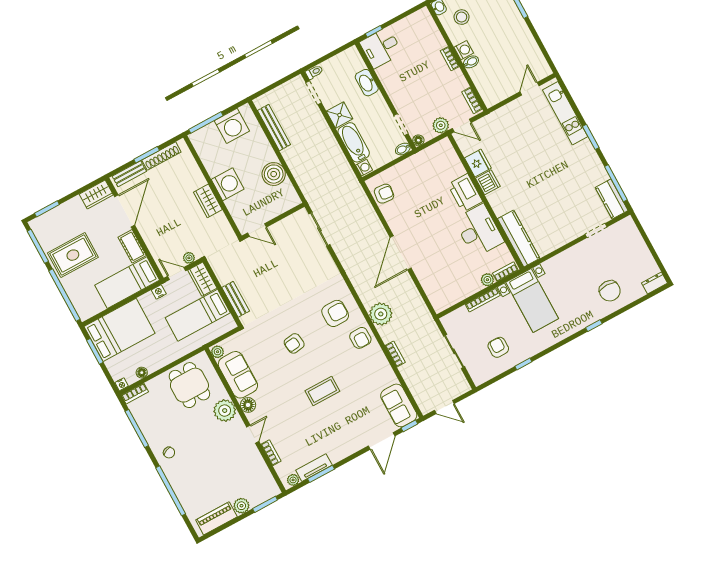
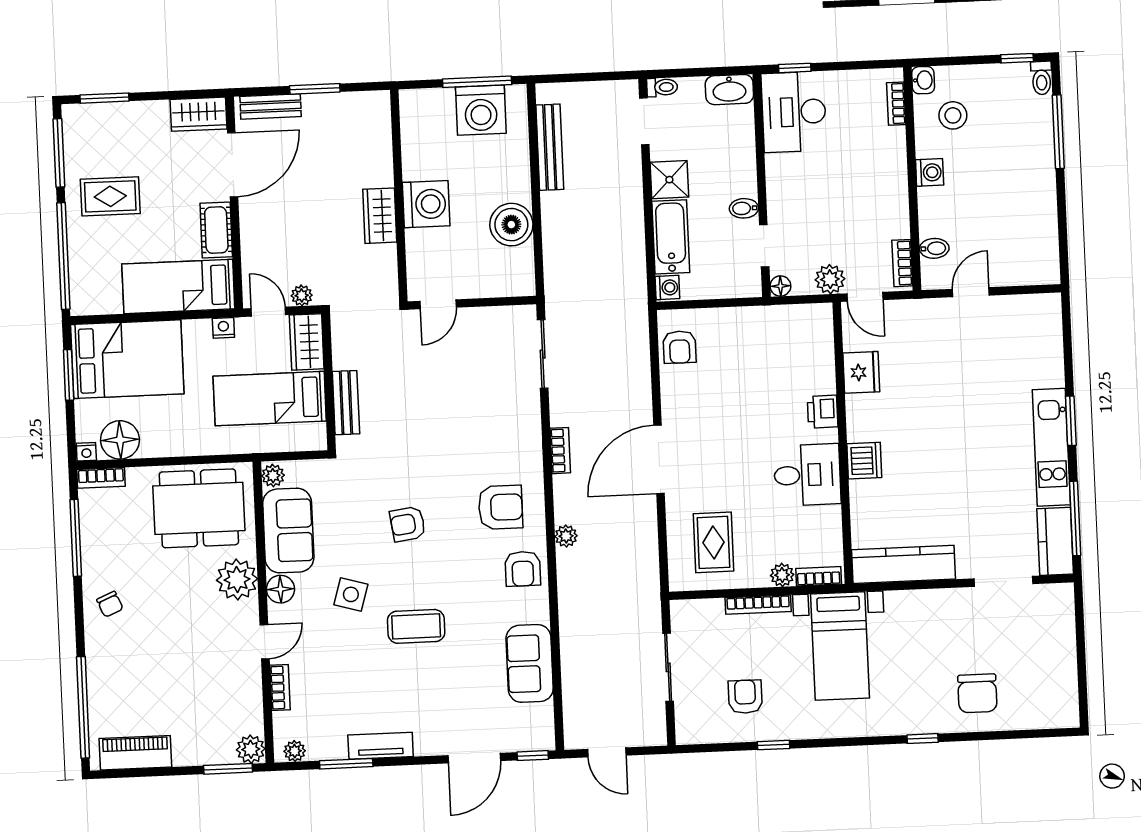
desk: (381, 48) -> (794, 112), width x1.37
bookcase: (450, 59) -> (896, 104), moved
bidet: (471, 62) -> (934, 248), moved
washbasin: (367, 83) -> (729, 90), moved, turned -90
door: (530, 89) -> (971, 292), moved
kitchen unit: (565, 113) -> (1051, 447), moved
window: (206, 123) -> (477, 82), moved
bidet: (403, 149) -> (744, 208), moved
shoe rack: (161, 156) -> (339, 103), removed
dishwasher: (488, 182) -> (864, 461), moved
printer: (465, 193) -> (823, 412), width x0.53, depth x0.68
armchair: (384, 194) -> (680, 347), turned 84
door: (257, 230) -> (438, 304), hinge flipped
desk: (479, 231) -> (807, 475), width x0.73
doorway: (596, 231) -> (1004, 581), width x1.38
kitchen counter: (519, 239) -> (903, 564), moved, turned -90
rug: (73, 255) -> (110, 196), width x0.73, depth x0.70
rug: (446, 280) -> (713, 542), added
dresser: (654, 283) -> (1058, 716), removed
plant: (381, 314) -> (566, 536), width x0.53, depth x0.53
bookcase: (395, 354) -> (560, 451), moved
floor lamp: (142, 373) -> (120, 440), width x1.89, depth x1.89
dining table: (189, 385) -> (199, 508), width x1.38
side table: (283, 391) -> (351, 594), added
sofa: (399, 405) -> (530, 663), moved
tv unit: (314, 468) -> (381, 746), moved
window: (171, 491) -> (83, 707), moved
plant: (241, 506) -> (251, 749), moved

